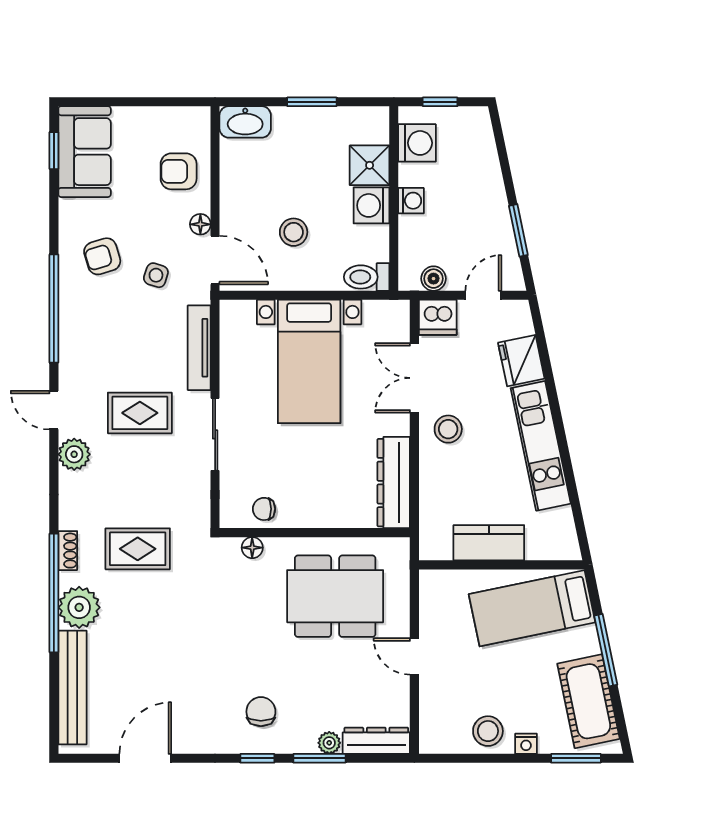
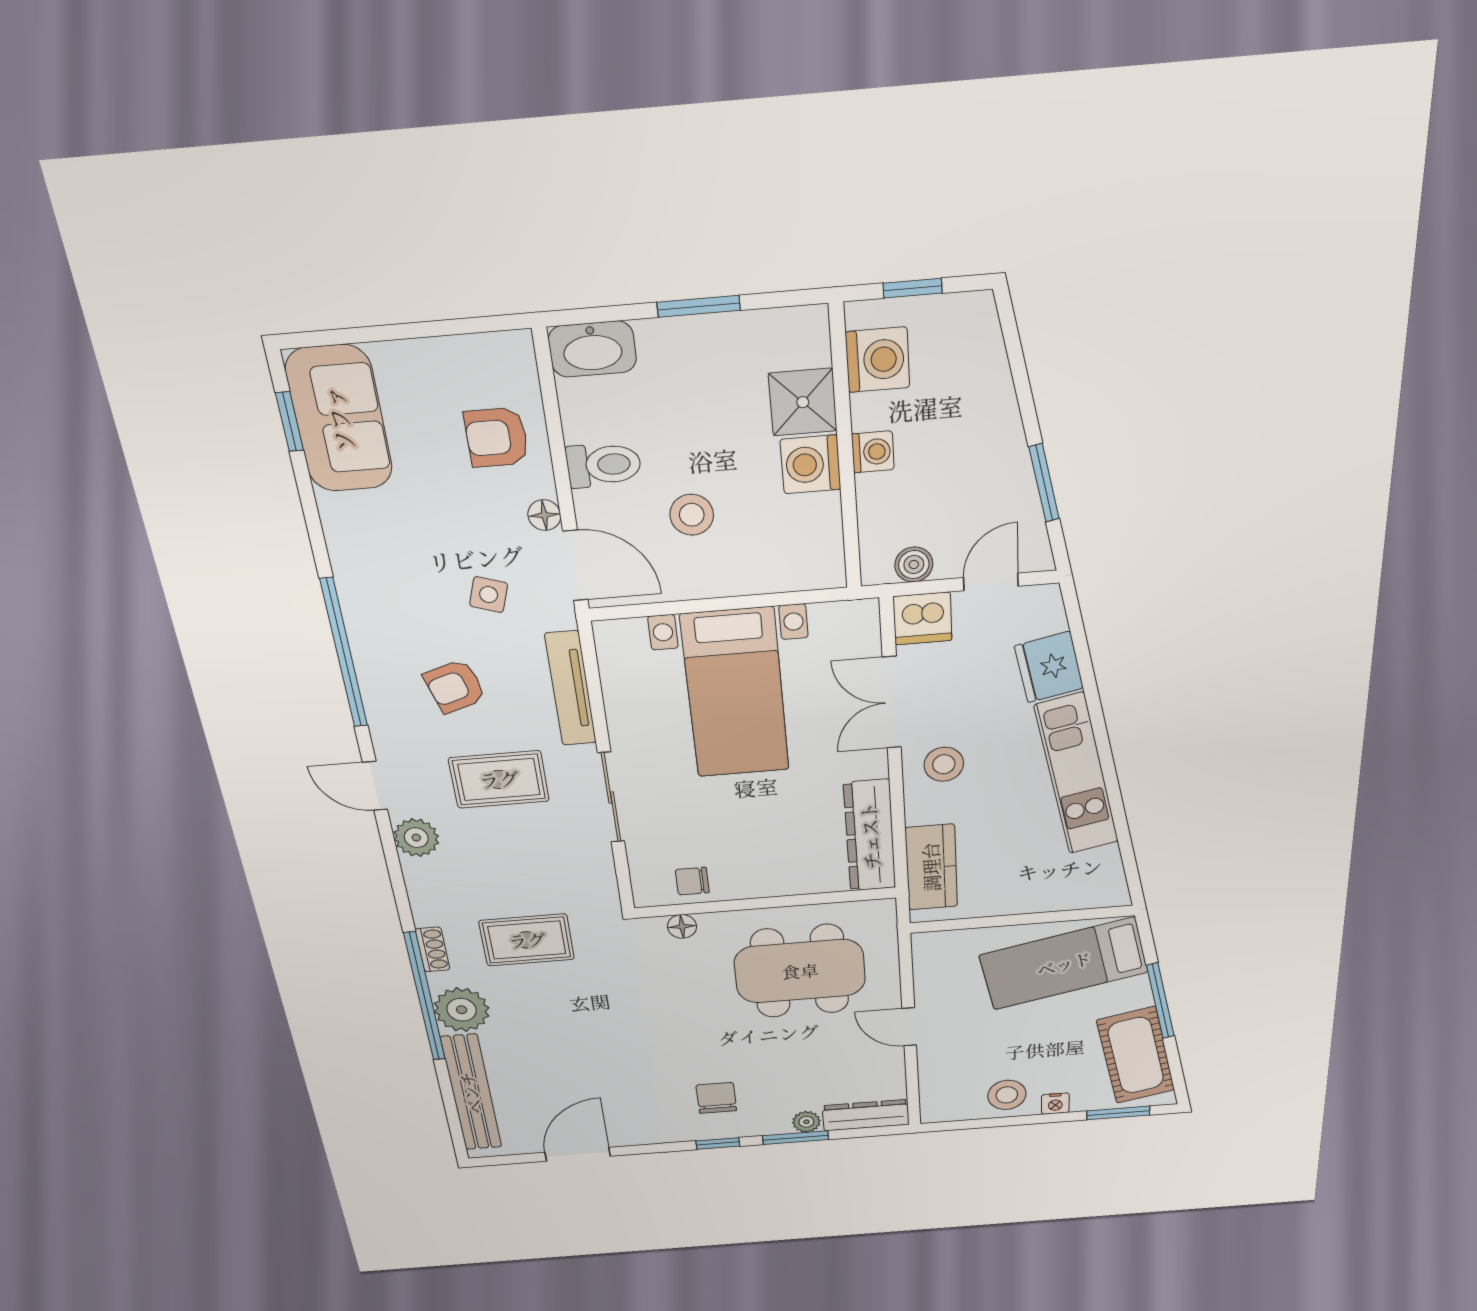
armchair: (102, 256) -> (455, 686), moved
toilet: (367, 277) -> (604, 465), moved, turned 180
kitchen counter: (489, 543) -> (931, 867), moved, turned 90

